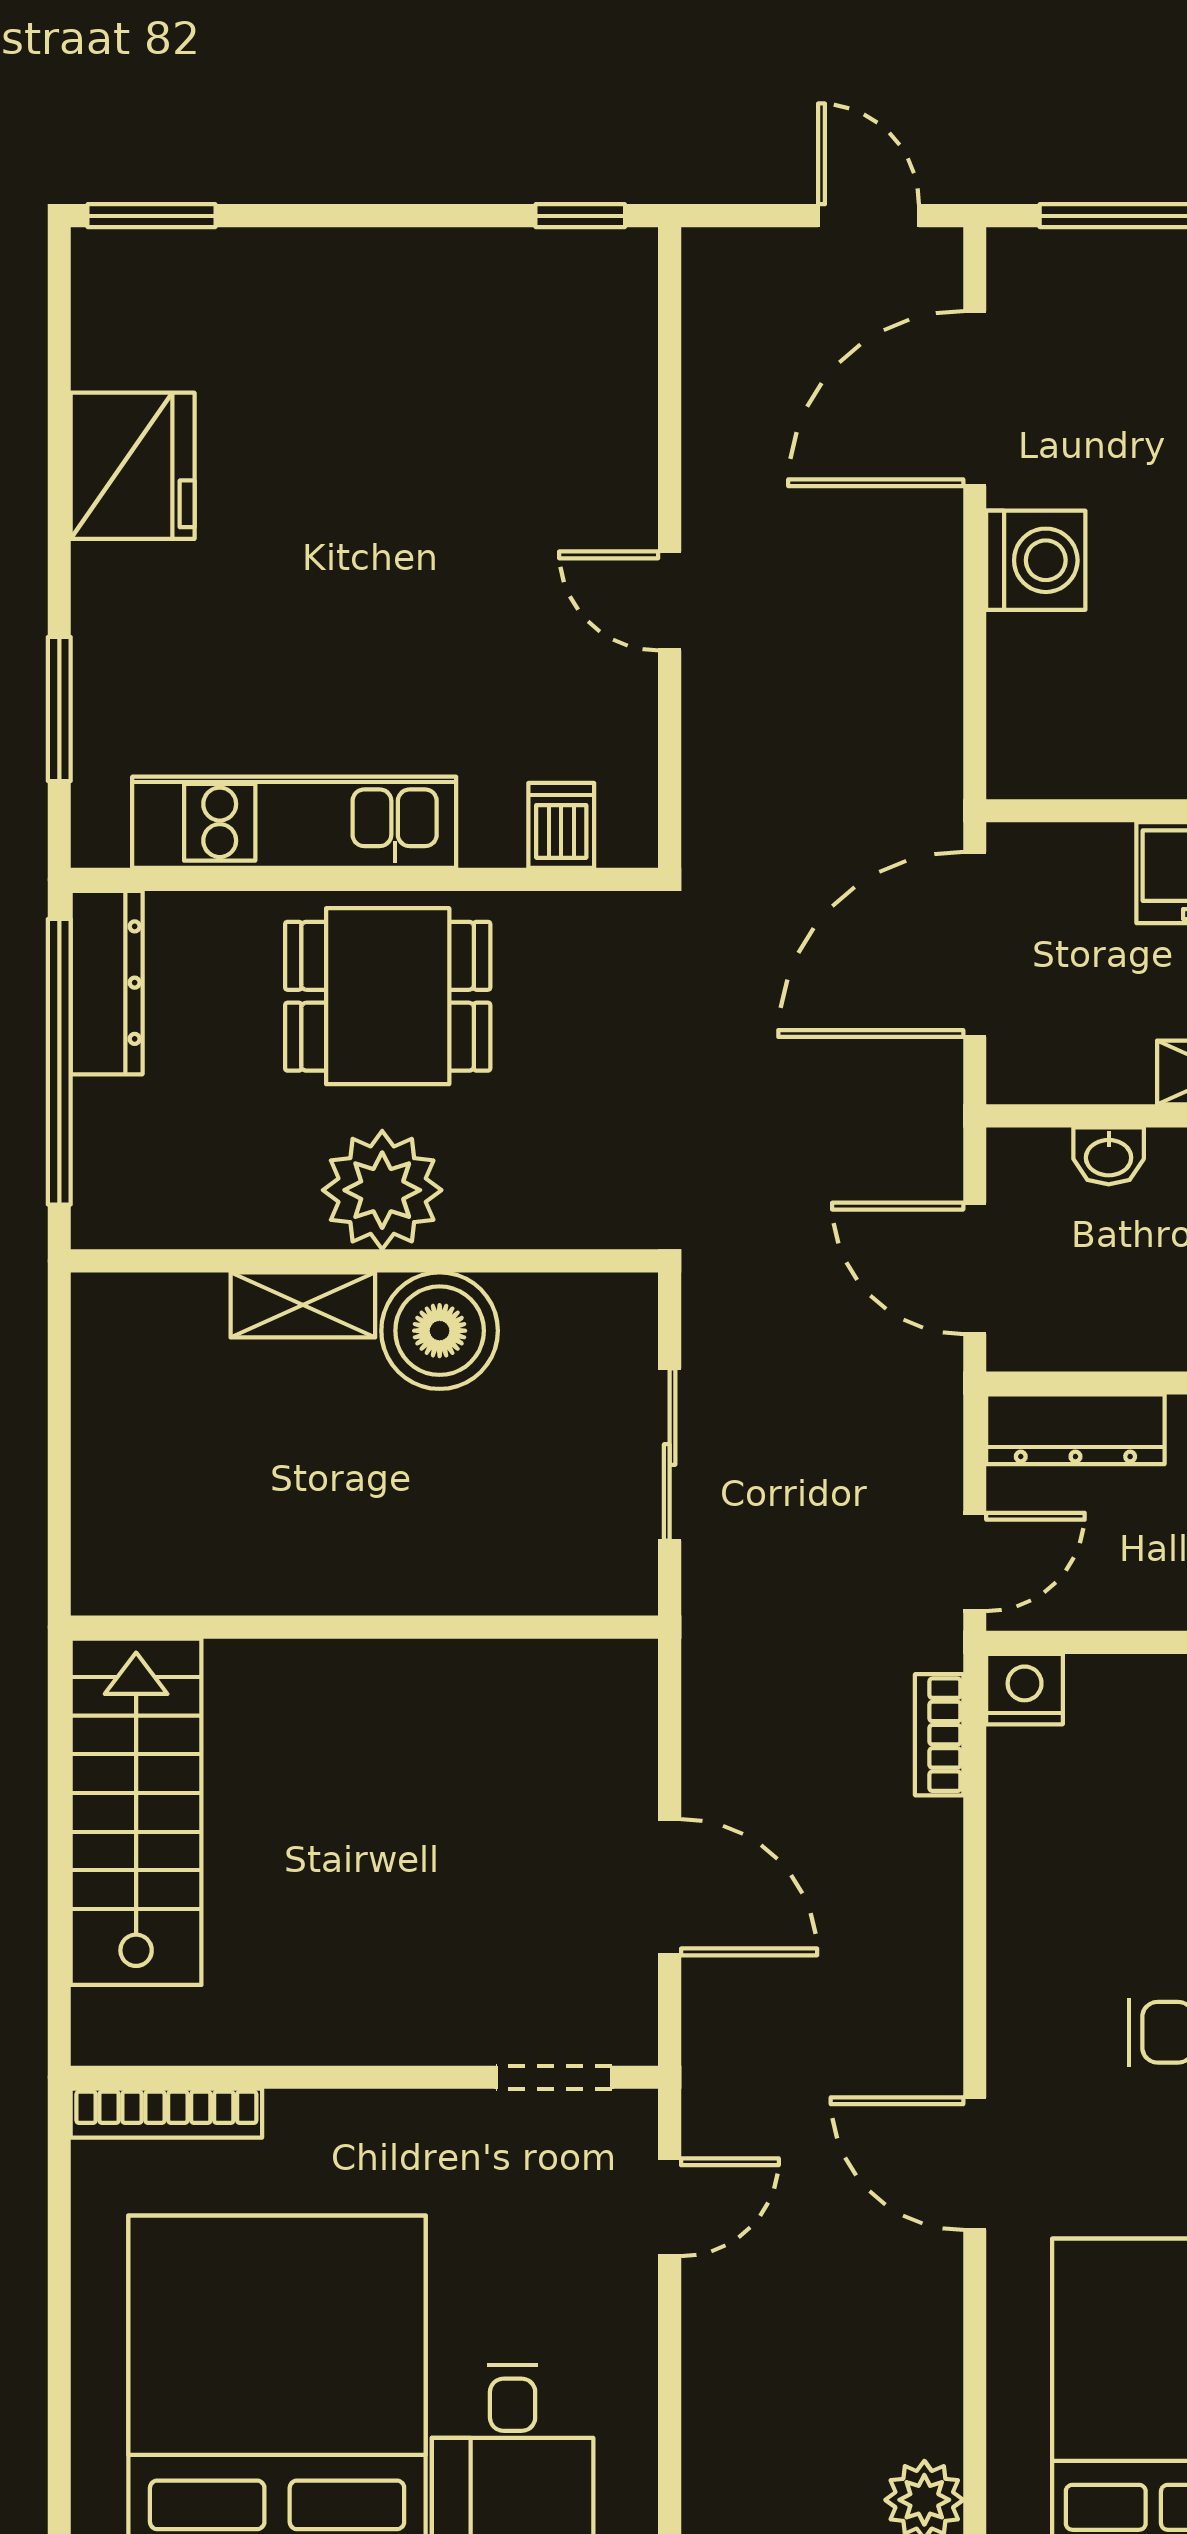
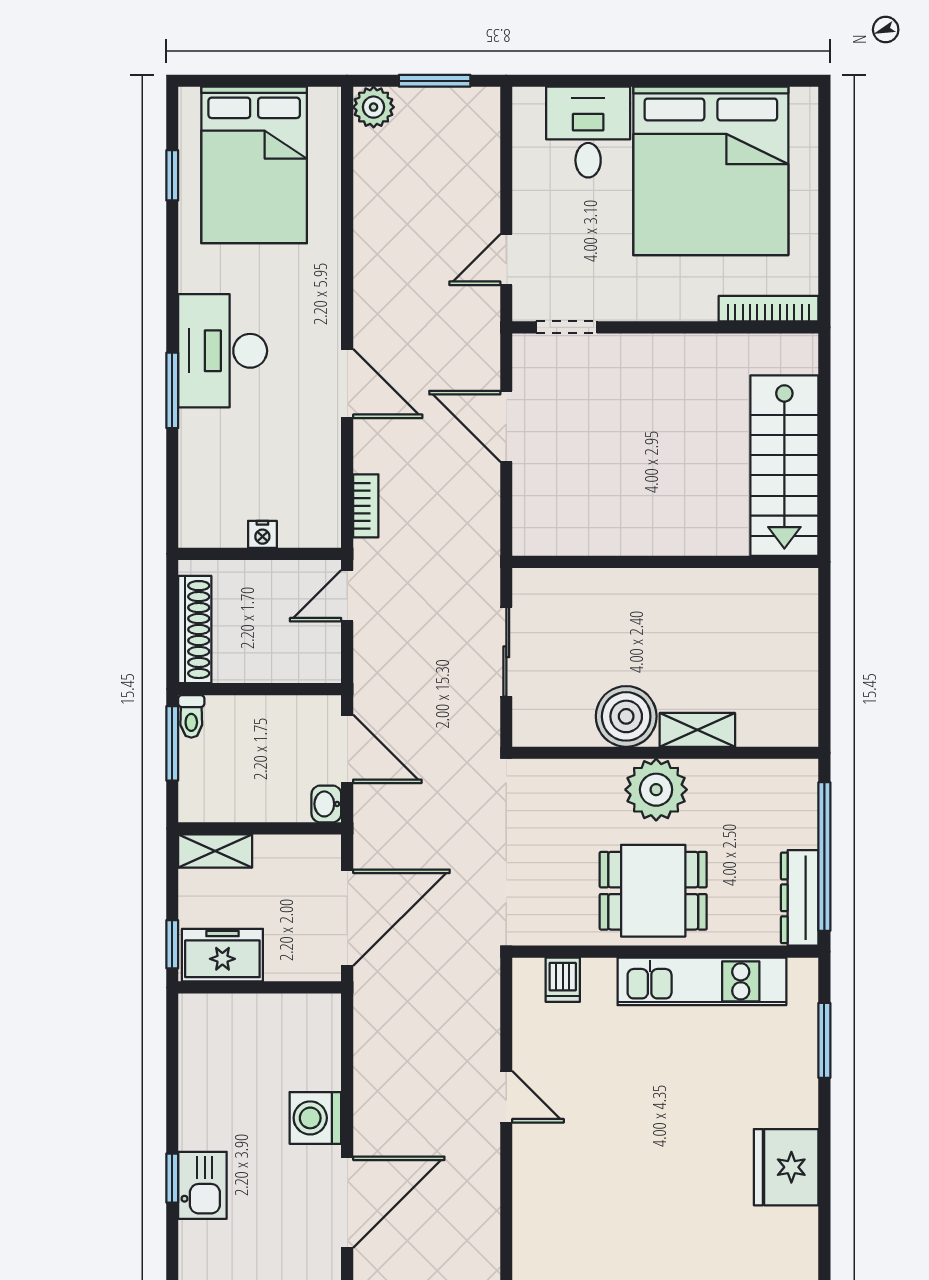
washbasin: (1109, 1156) -> (326, 804), moved, turned -90
dresser: (1075, 1429) -> (295, 665), removed
nightstand: (1025, 1689) -> (262, 534), moved, width x0.72, depth x0.74
door: (975, 2164) -> (347, 383), moved

